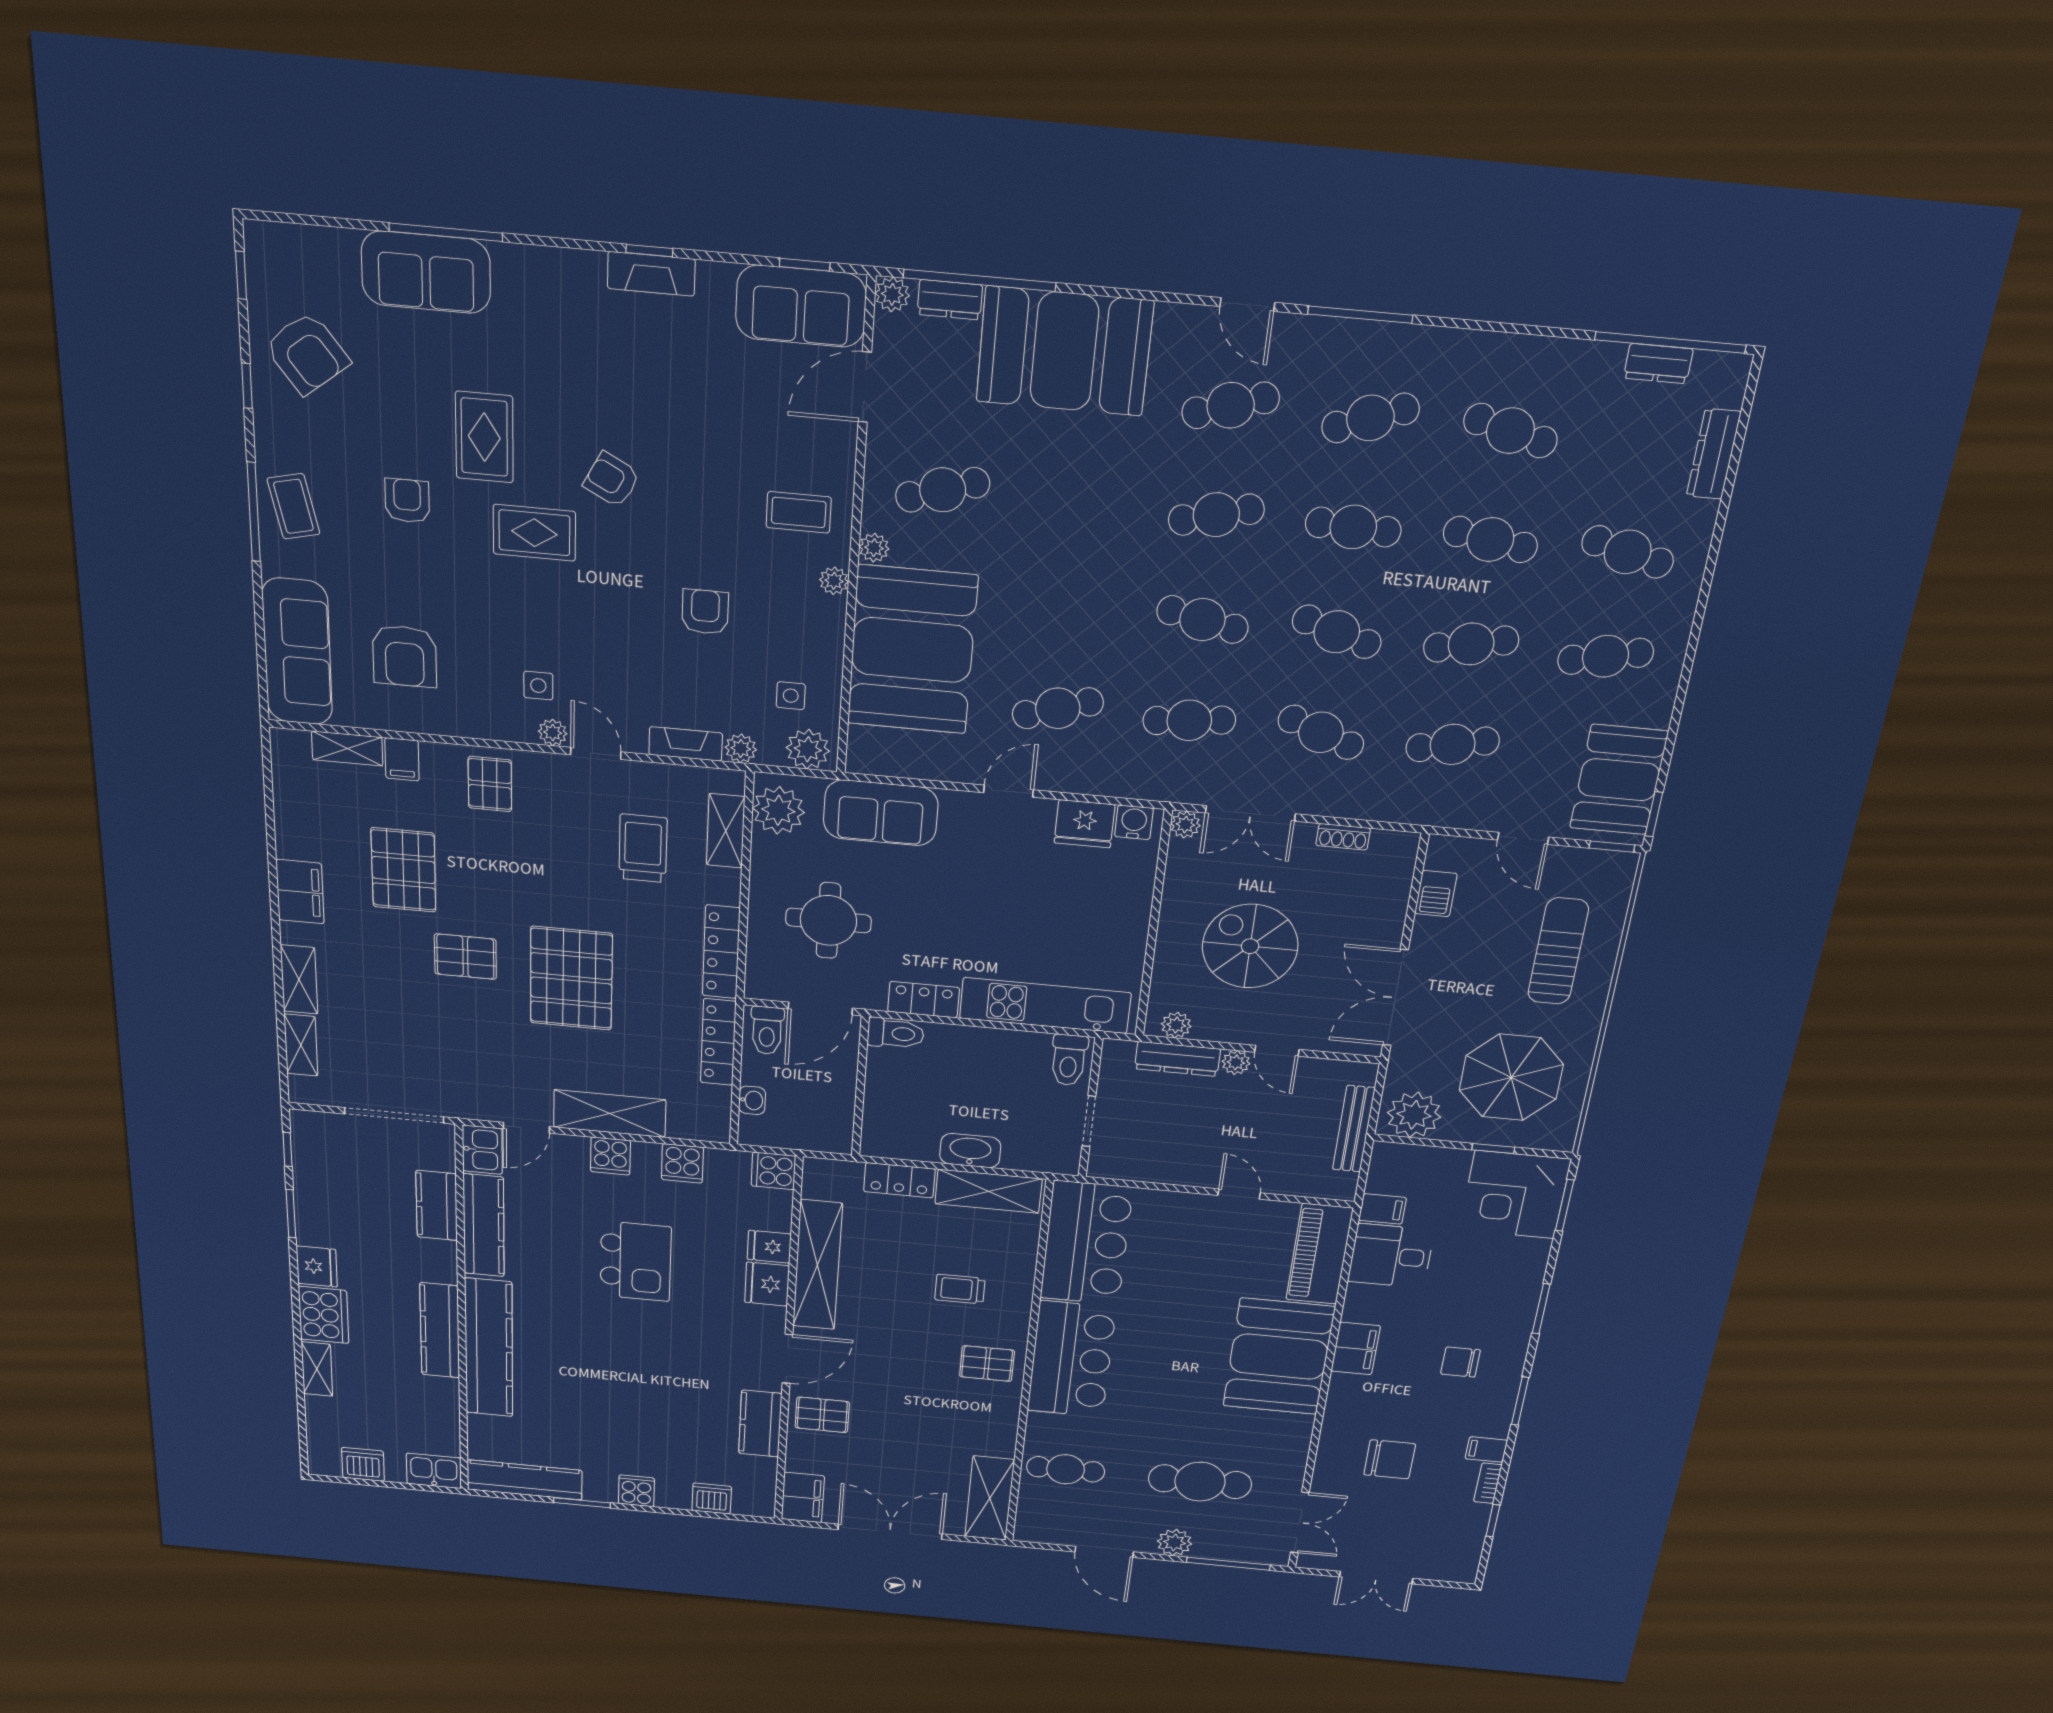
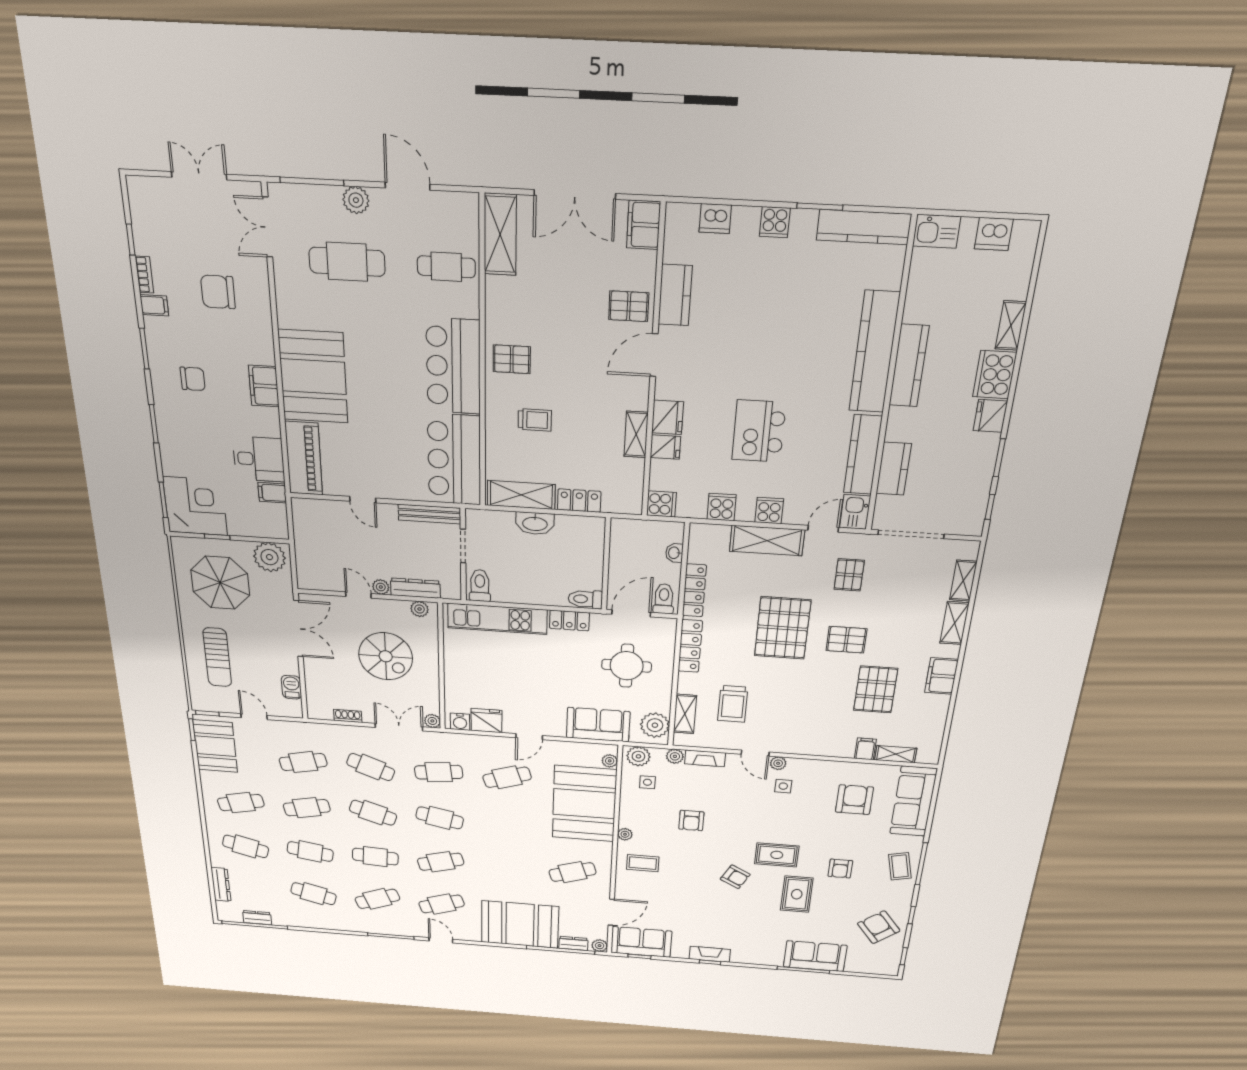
plant: (874, 548) -> (610, 761), moved
pallet: (490, 784) -> (849, 575), moved
bench: (1354, 1129) -> (429, 514), moved, turned 90
shelving: (817, 1265) -> (636, 434), width x0.45, depth x0.75

